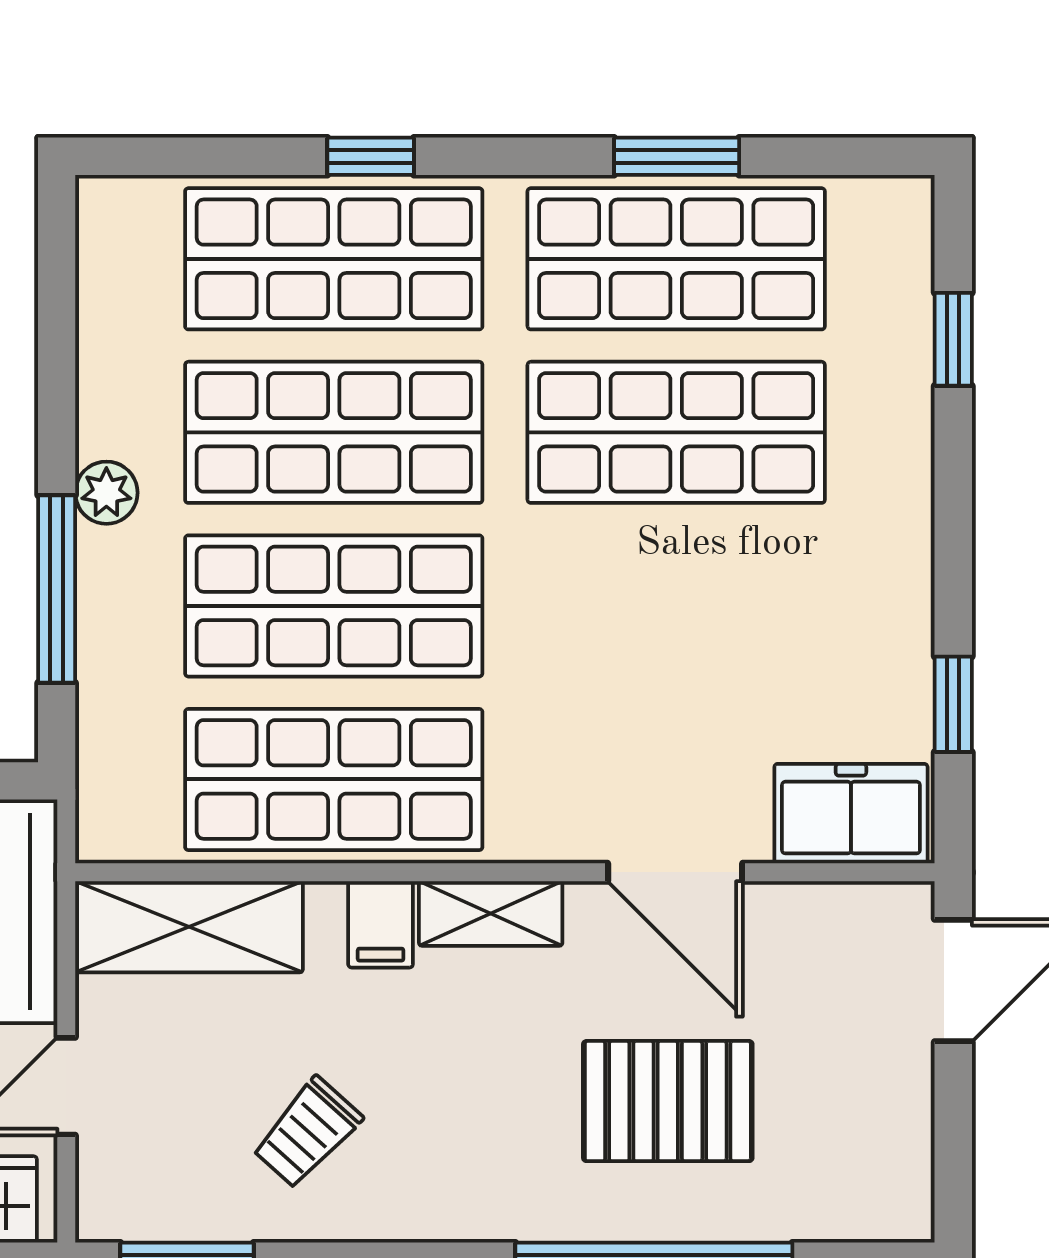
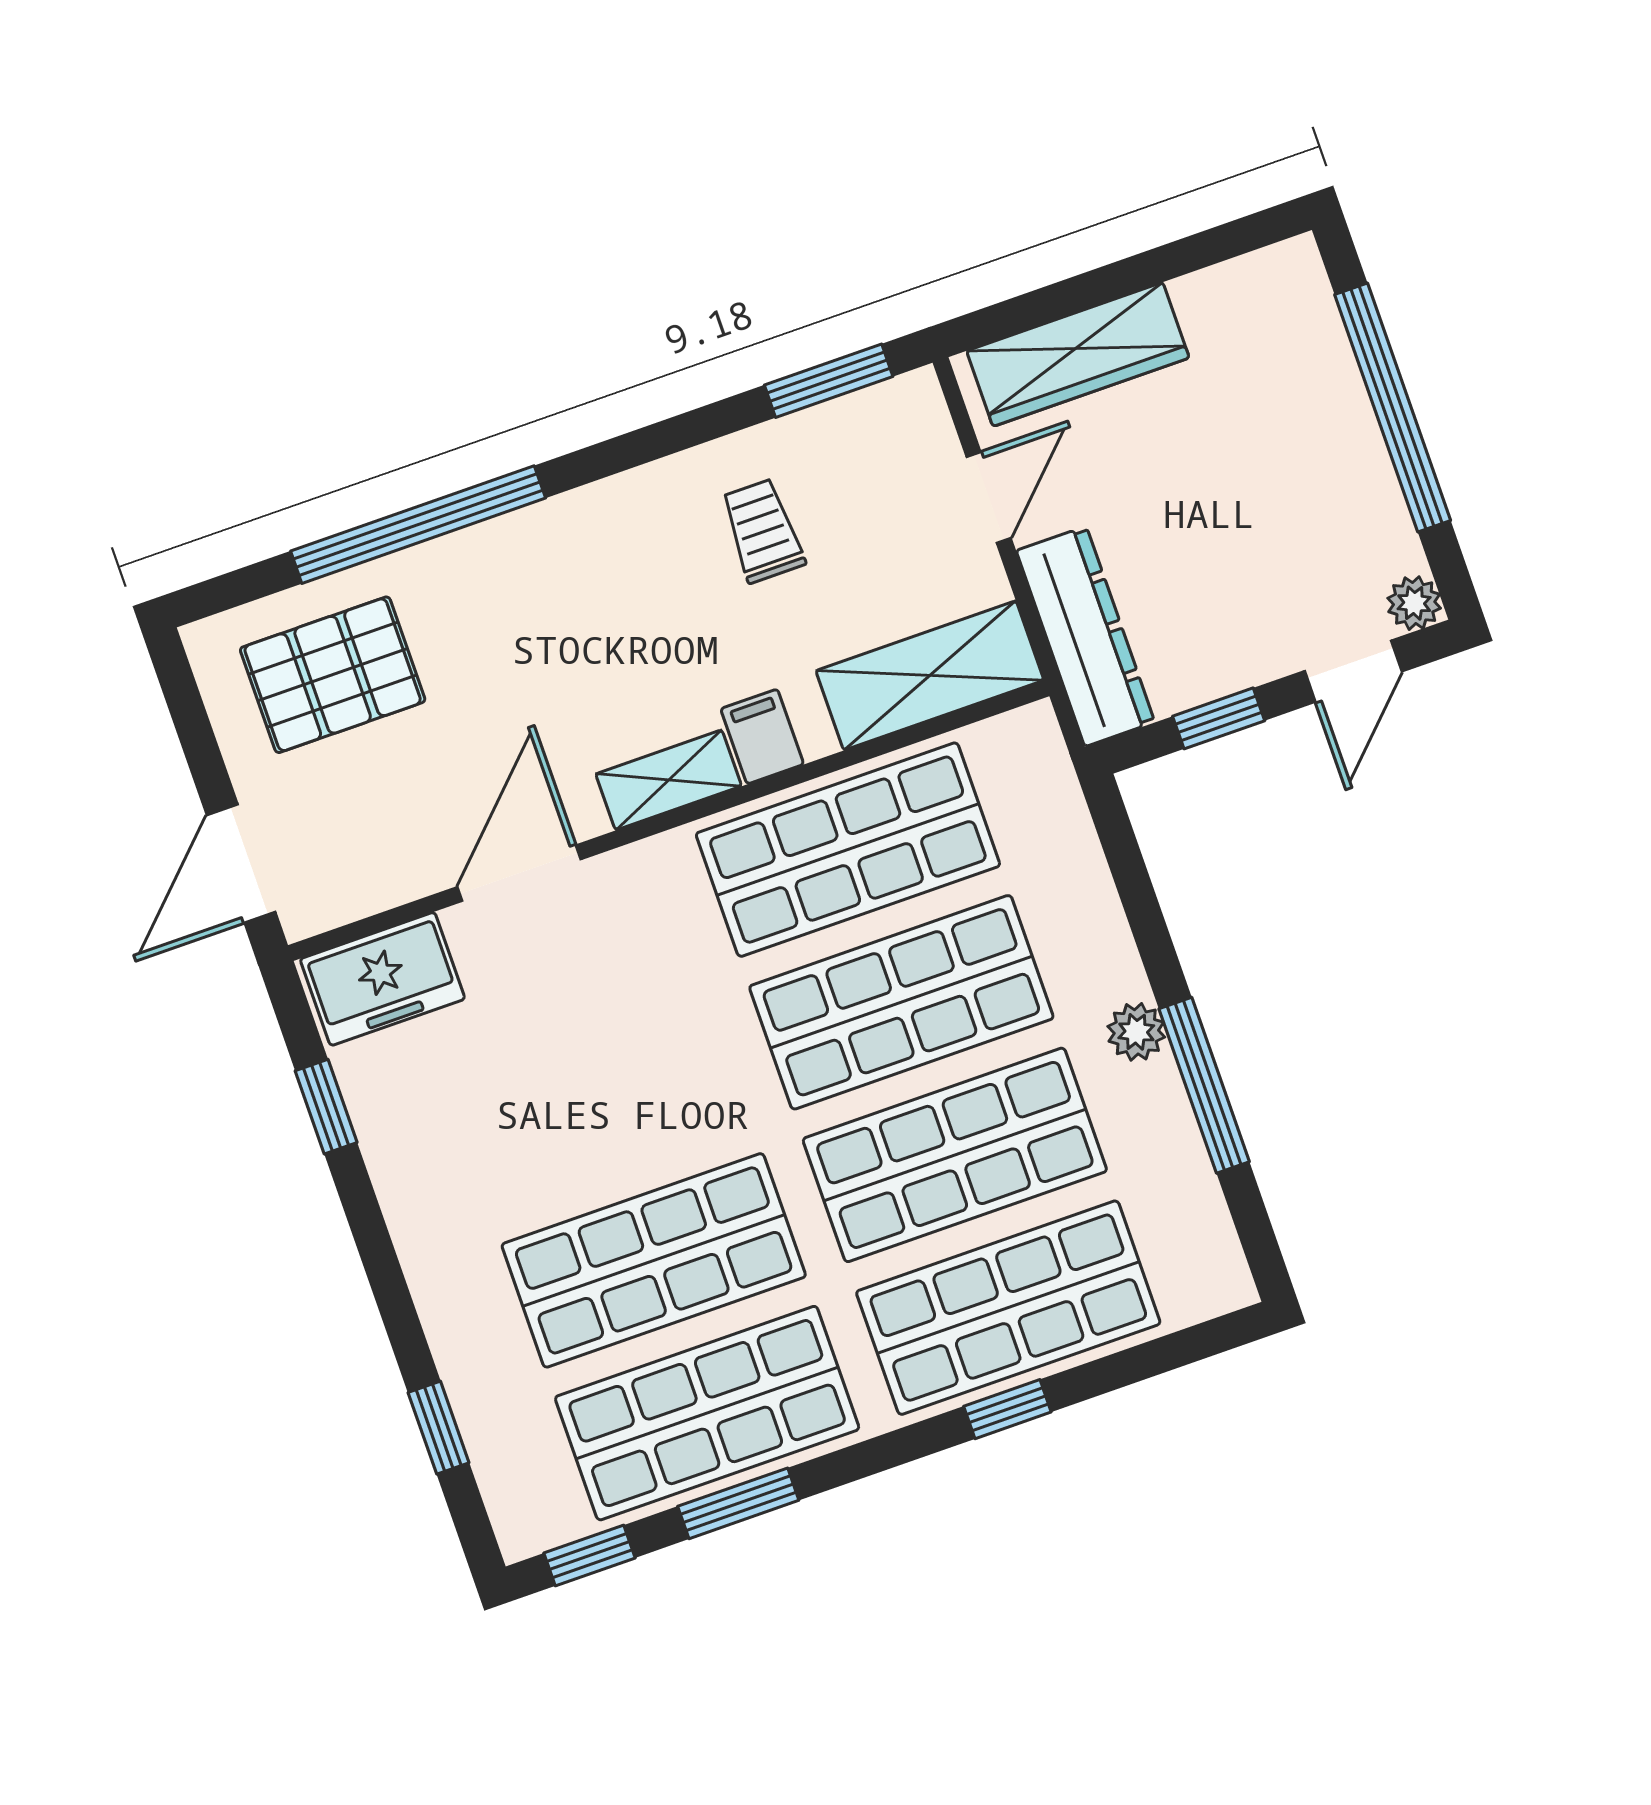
window: (846, 156) -> (589, 1555), added
window: (57, 589) -> (1204, 1085), moved
door: (675, 872) -> (519, 873), hinge flipped
pallet: (668, 1101) -> (333, 675), moved
trolley: (307, 1133) -> (763, 531), turned -42

